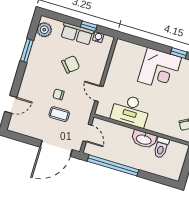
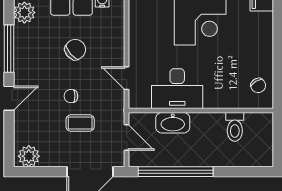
window: (27, 51) -> (9, 49), width x1.44
door: (11, 104) -> (9, 98), moved
plant: (19, 126) -> (29, 156), added
washbasin: (144, 139) -> (173, 123), moved

